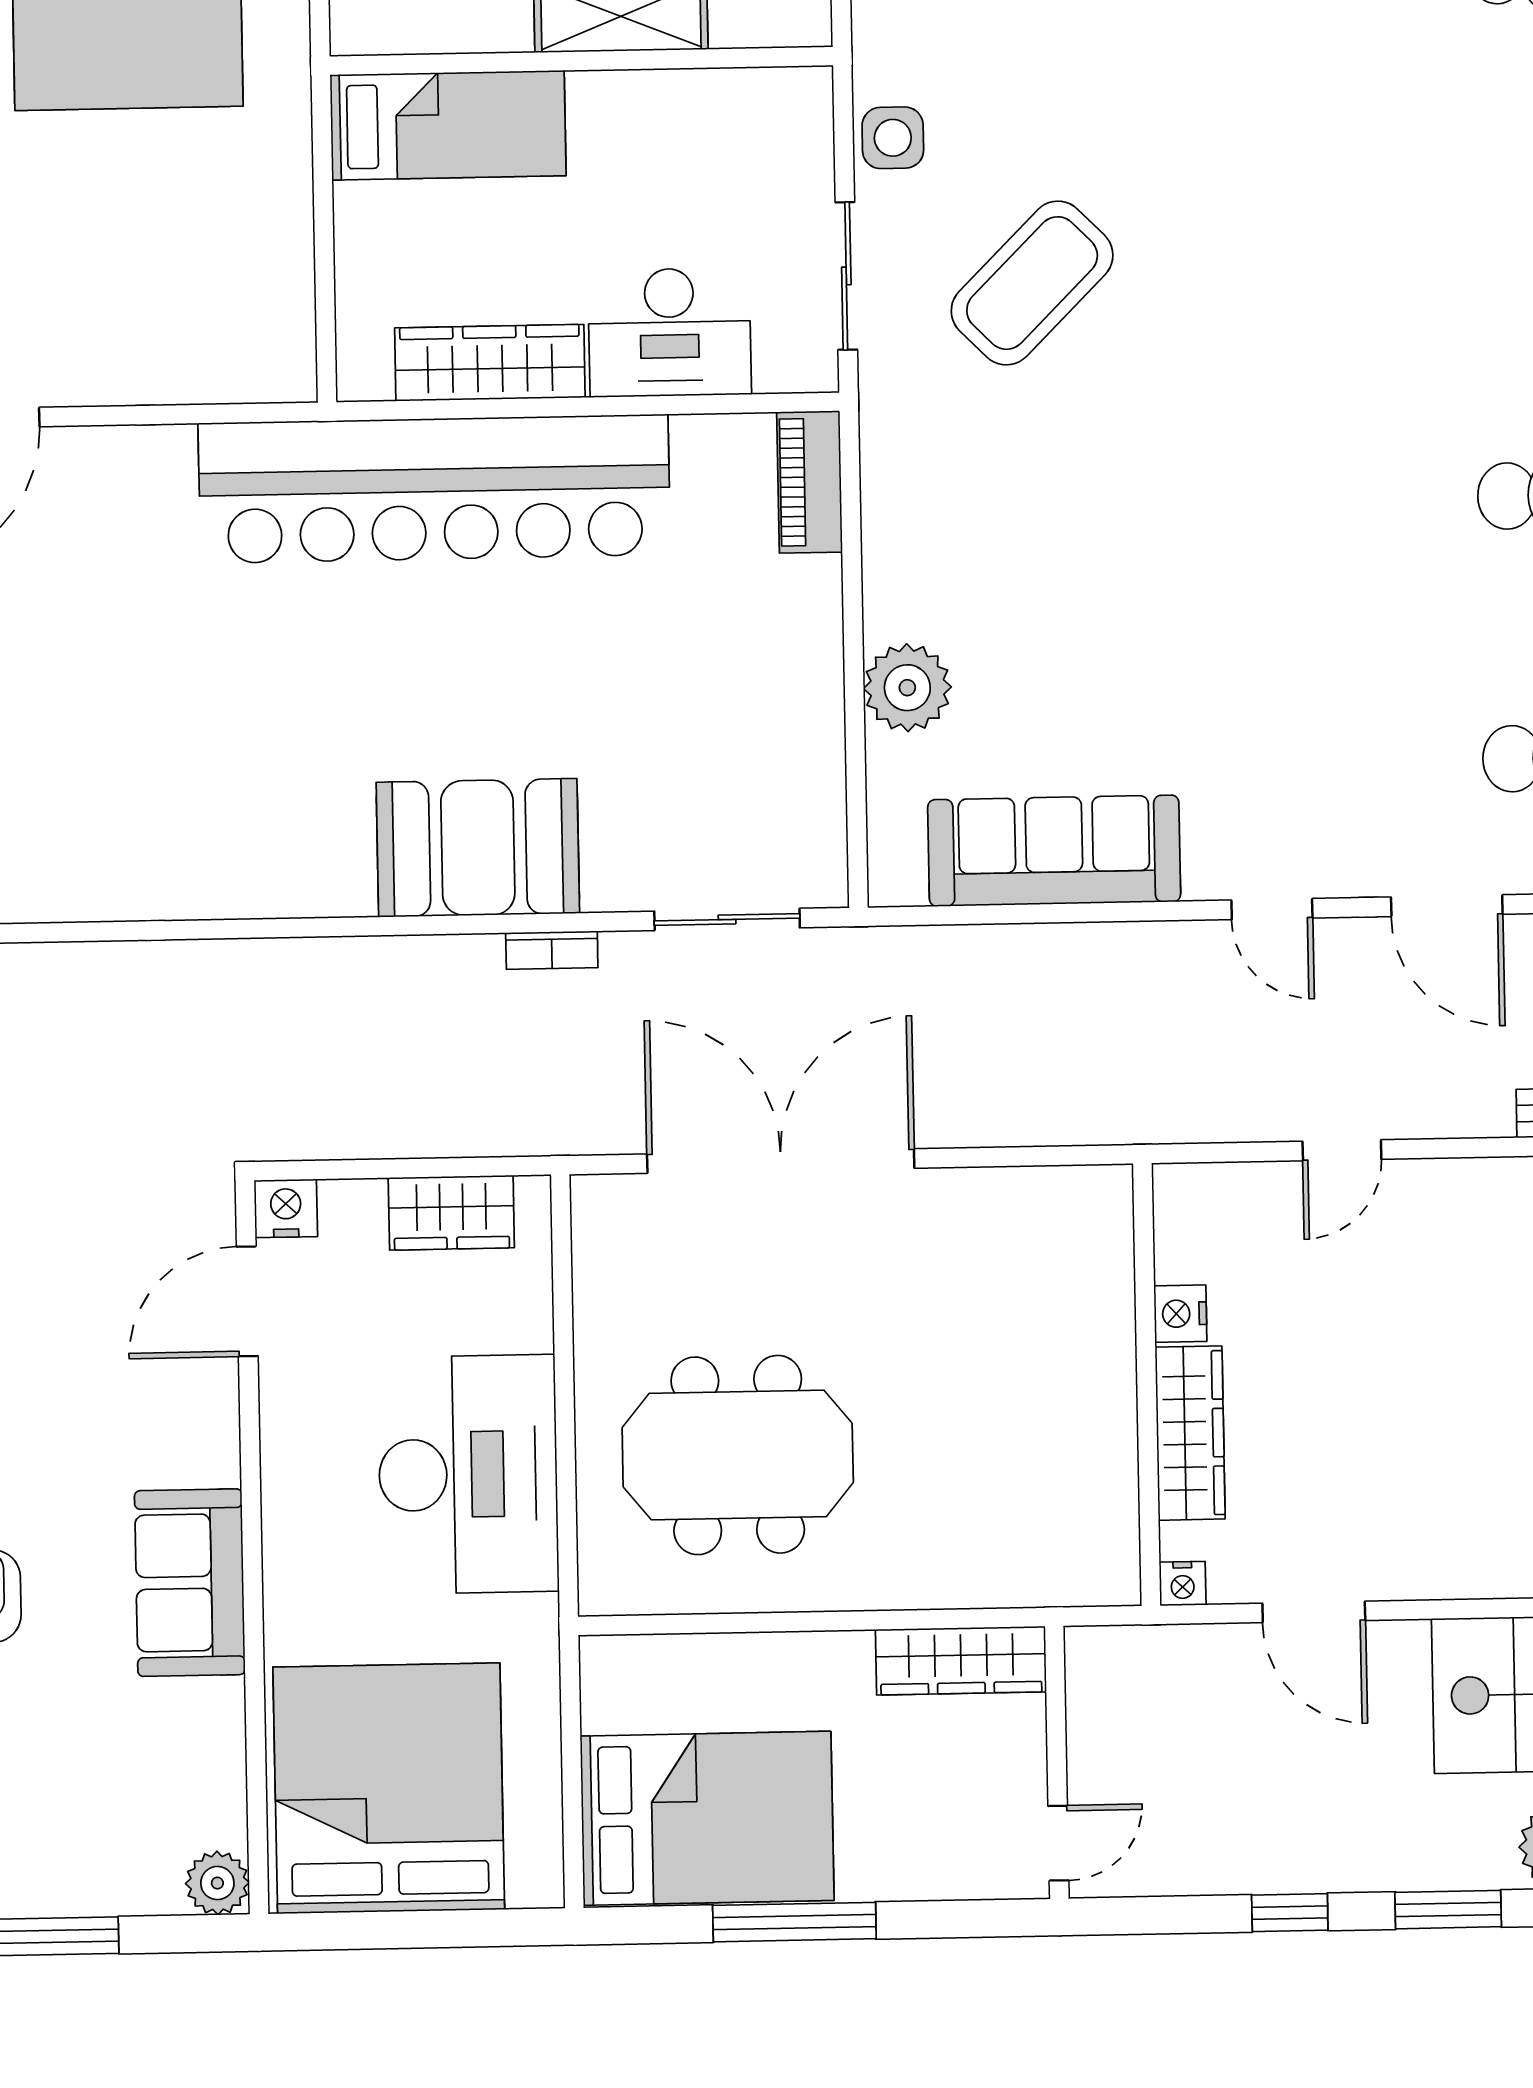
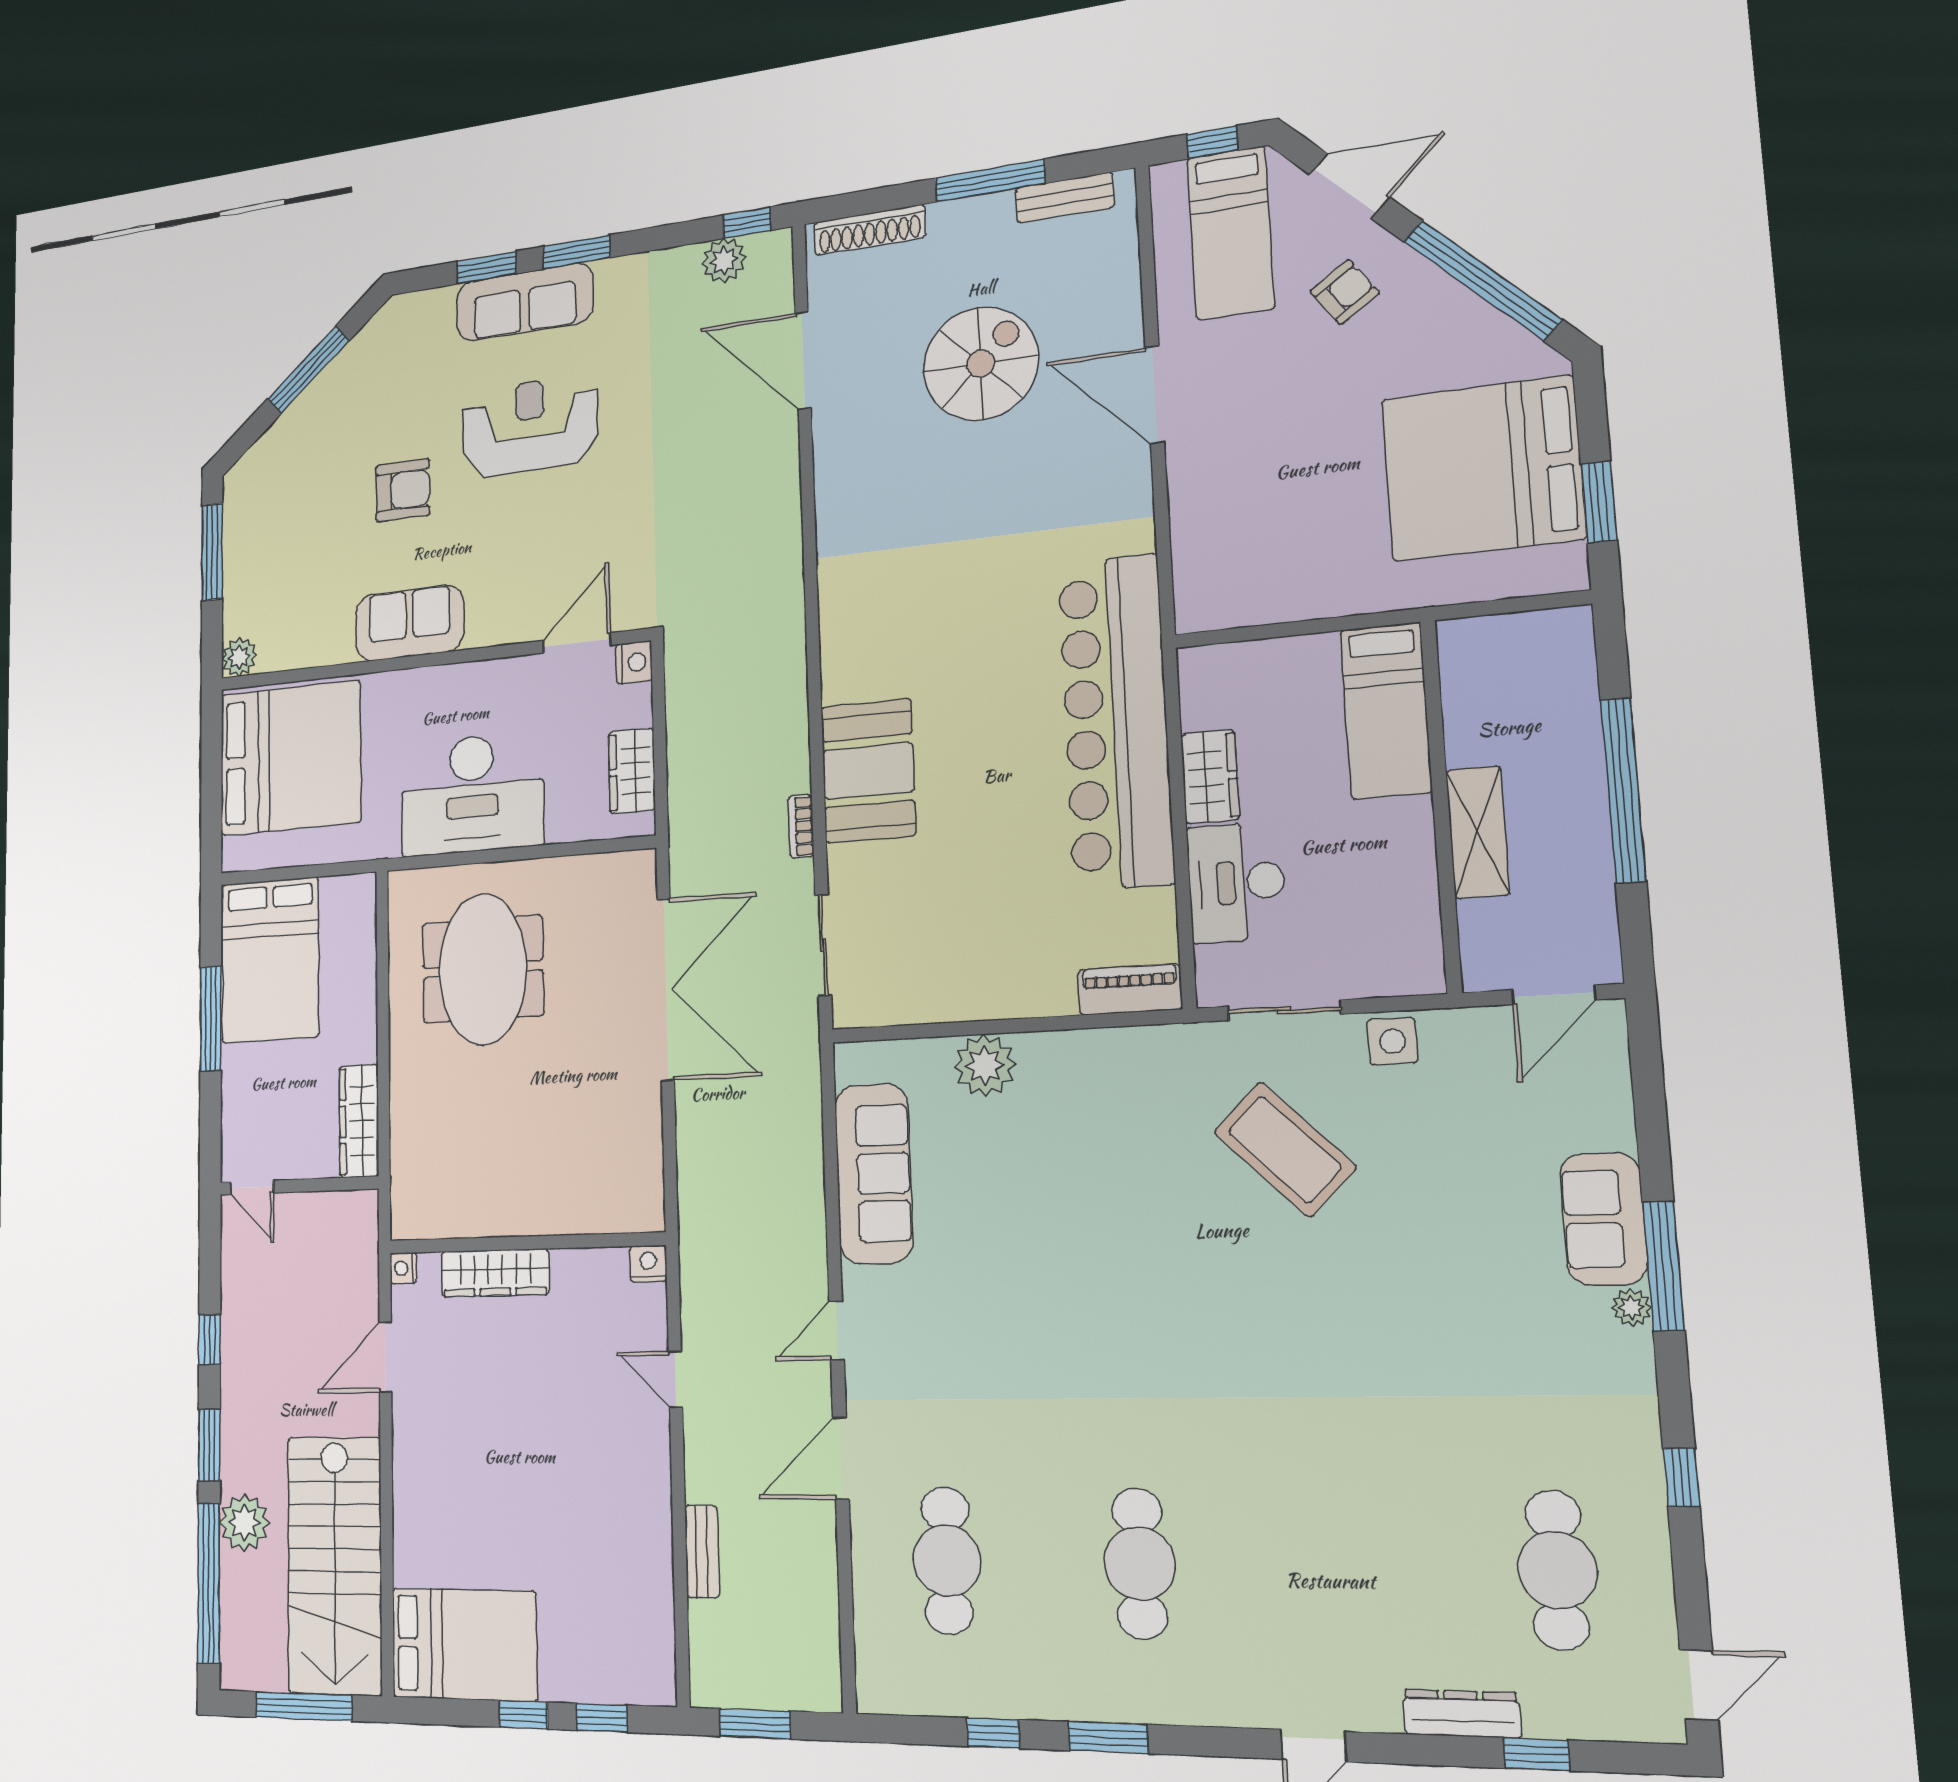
wardrobe: (490, 363) -> (1210, 777), width x0.67
door: (247, 1301) -> (577, 643), hinge flipped
nightstand: (1180, 1314) -> (648, 1264), moved

